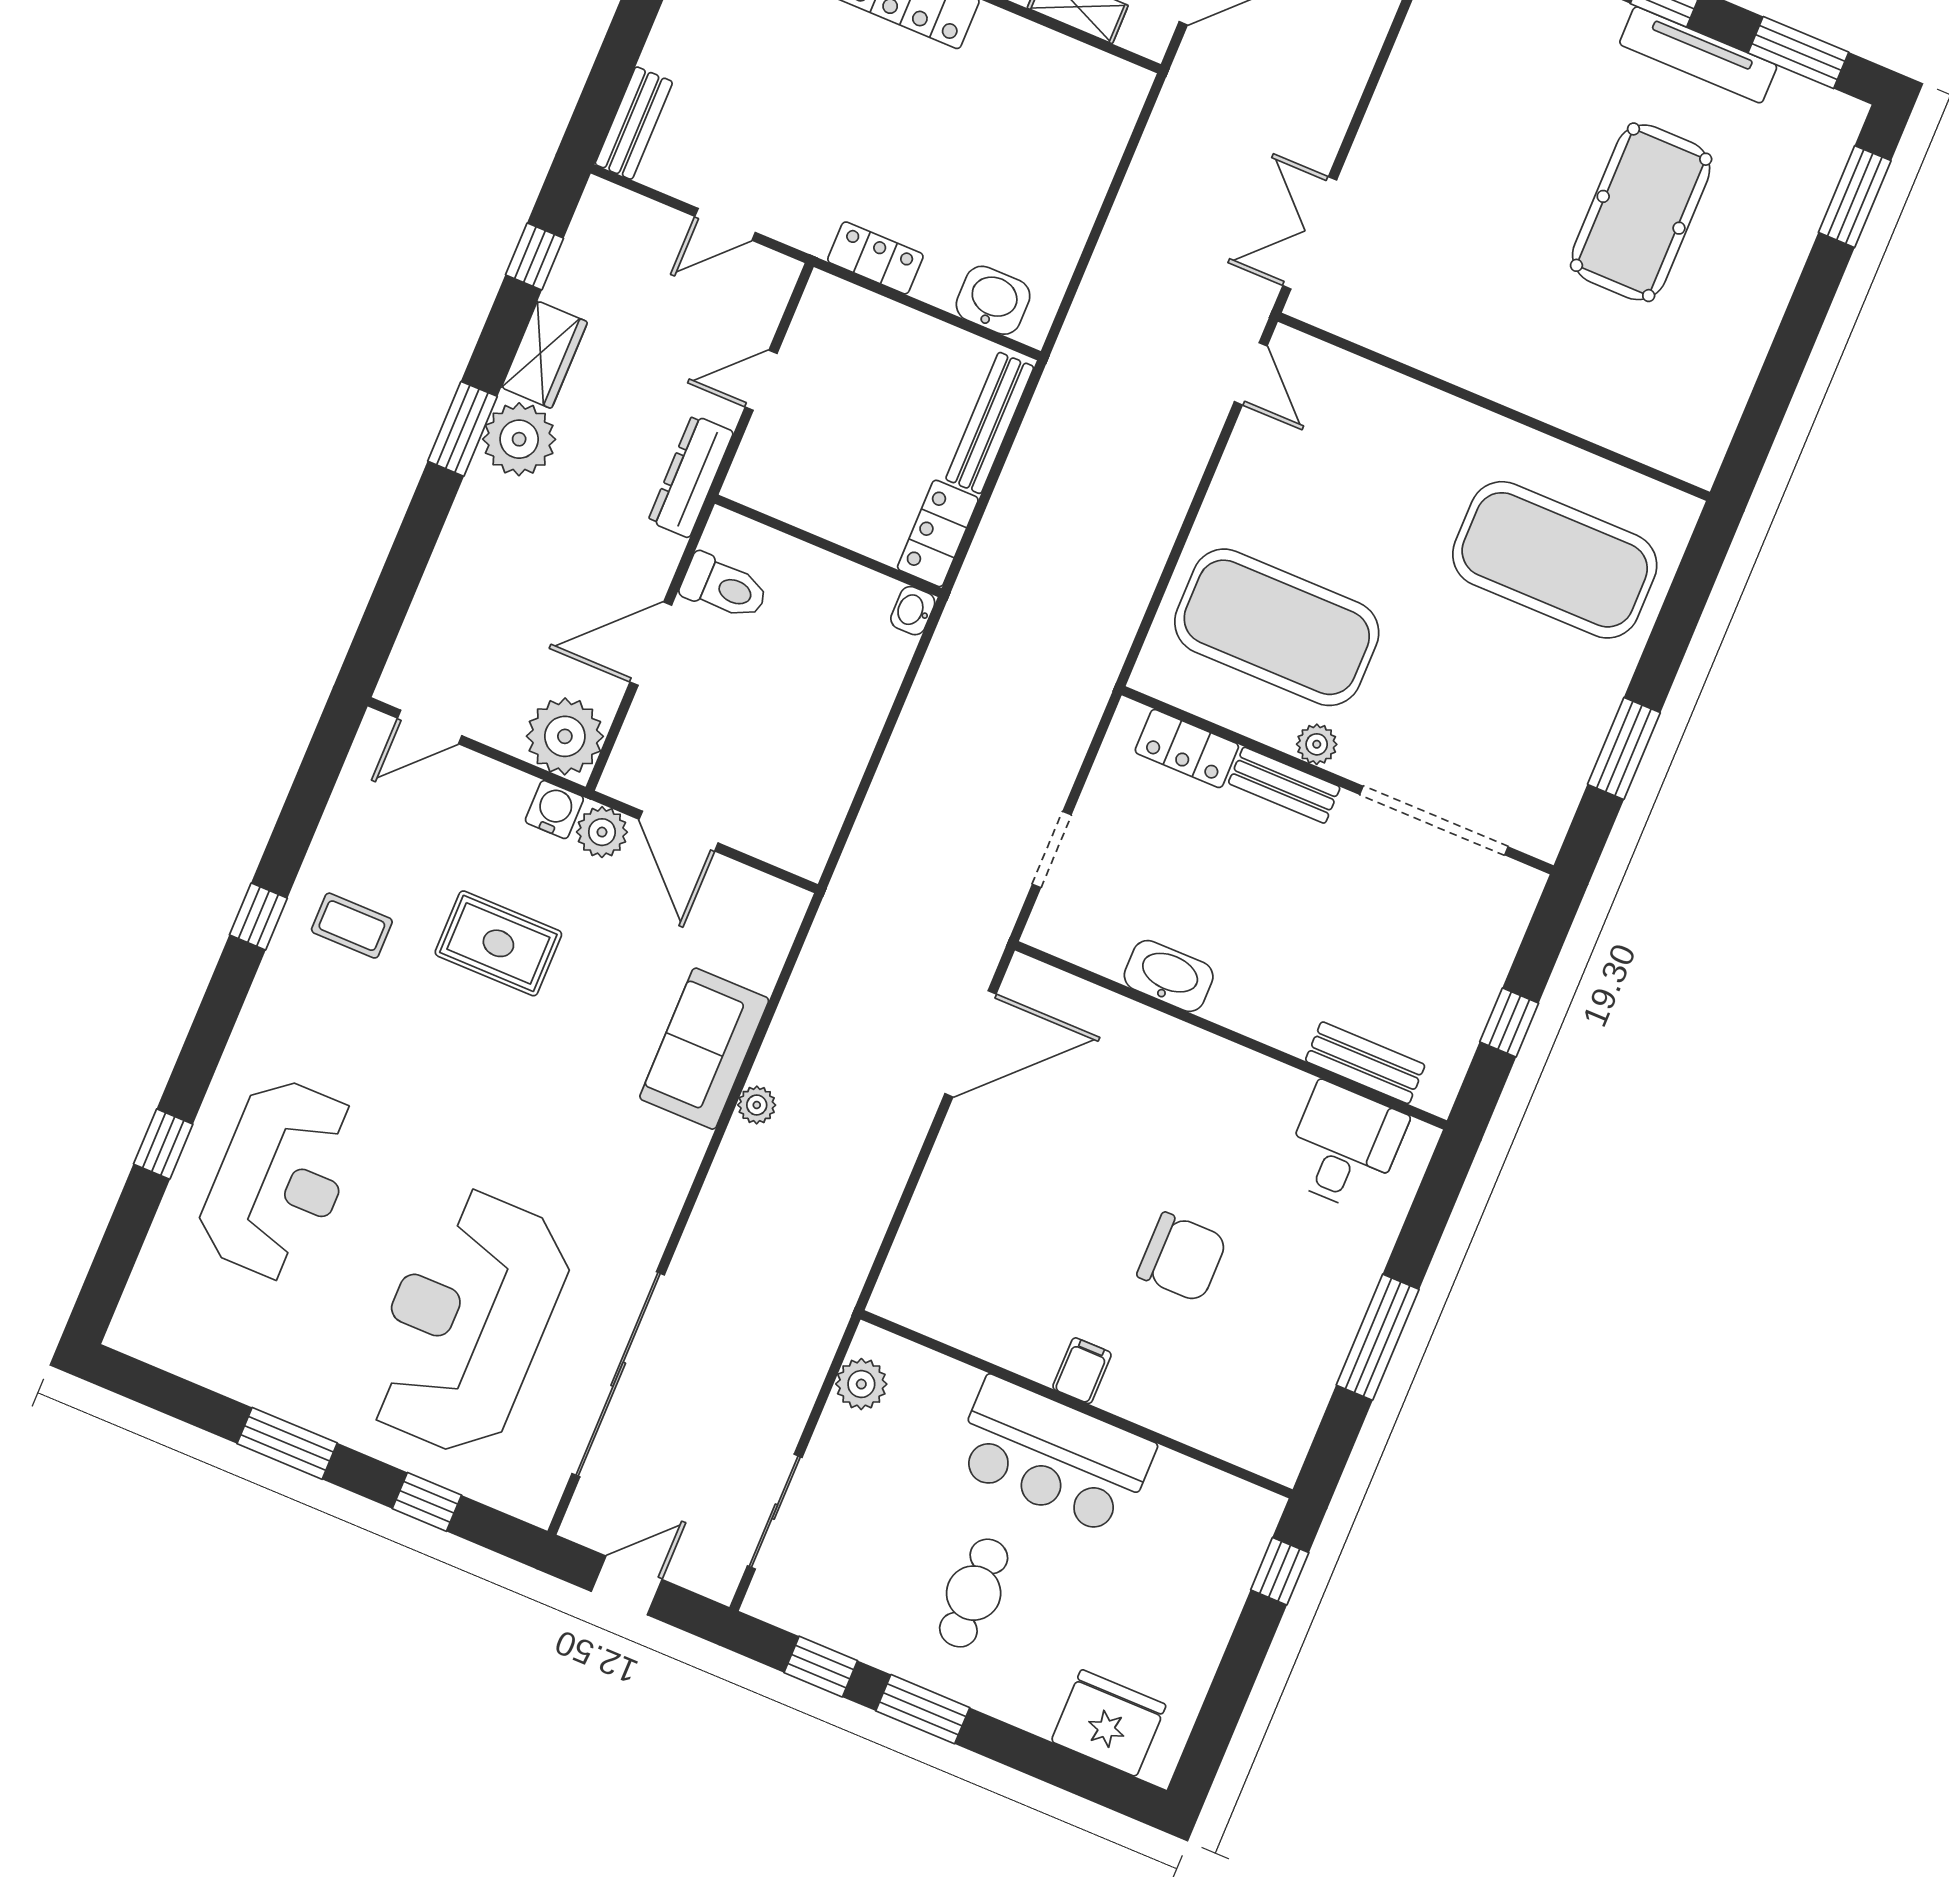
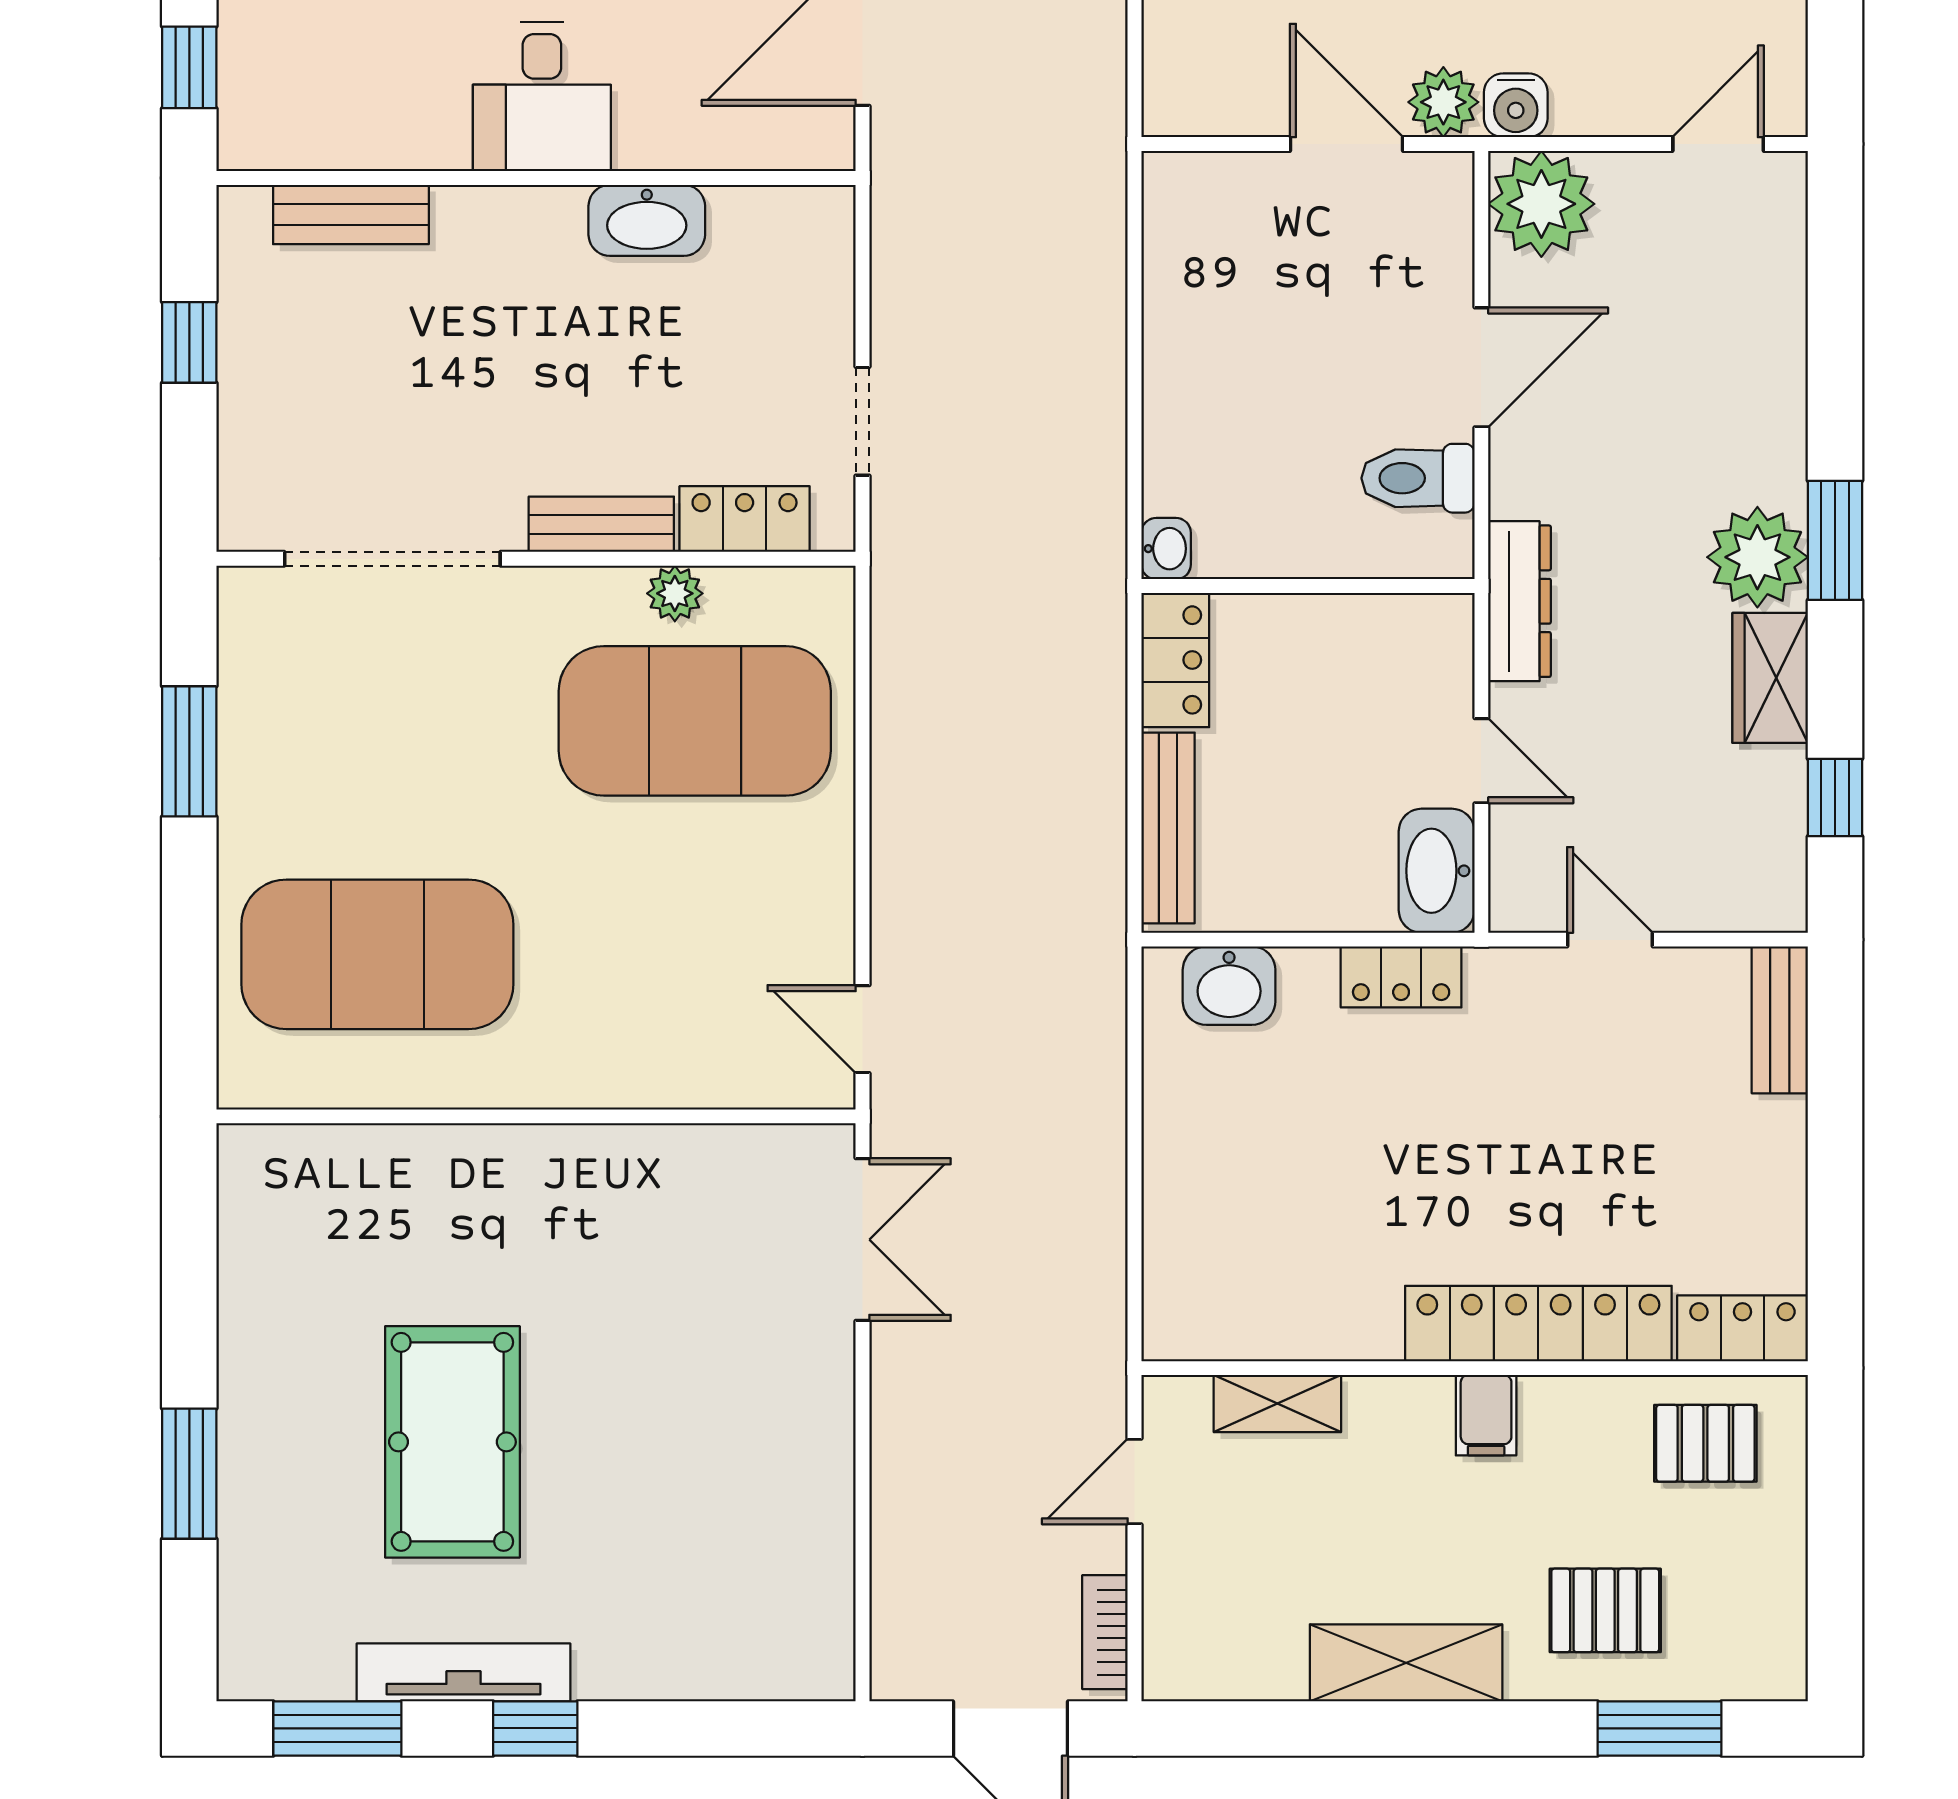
window: (1855, 197) -> (189, 1474), moved
door: (725, 224) -> (1610, 940), hinge flipped
washbasin: (822, 319) -> (1437, 871), added
door: (761, 380) -> (1481, 761), hinge flipped
plant: (1317, 744) -> (675, 593), moved
doorway: (1052, 849) -> (863, 421), moved
desk: (1344, 1147) -> (542, 97), moved
window: (1432, 1207) -> (189, 67), added

